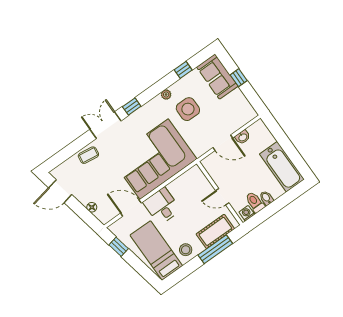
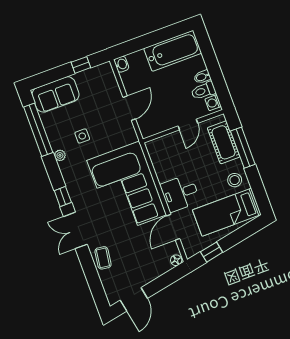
window: (183, 70) -> (38, 130), width x3.17
window: (239, 78) -> (81, 65), moved
side table: (188, 109) -> (82, 136), width x0.54, depth x0.54
washbasin: (243, 137) -> (121, 64), moved
floor lamp: (92, 207) -> (176, 260), moved

